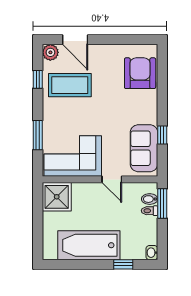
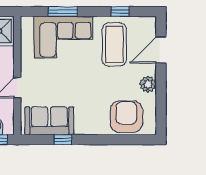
plant: (50, 52) -> (148, 84), moved
armchair: (140, 73) -> (126, 117), turned -90
corner sofa: (73, 156) -> (63, 37), moved, turned 90

